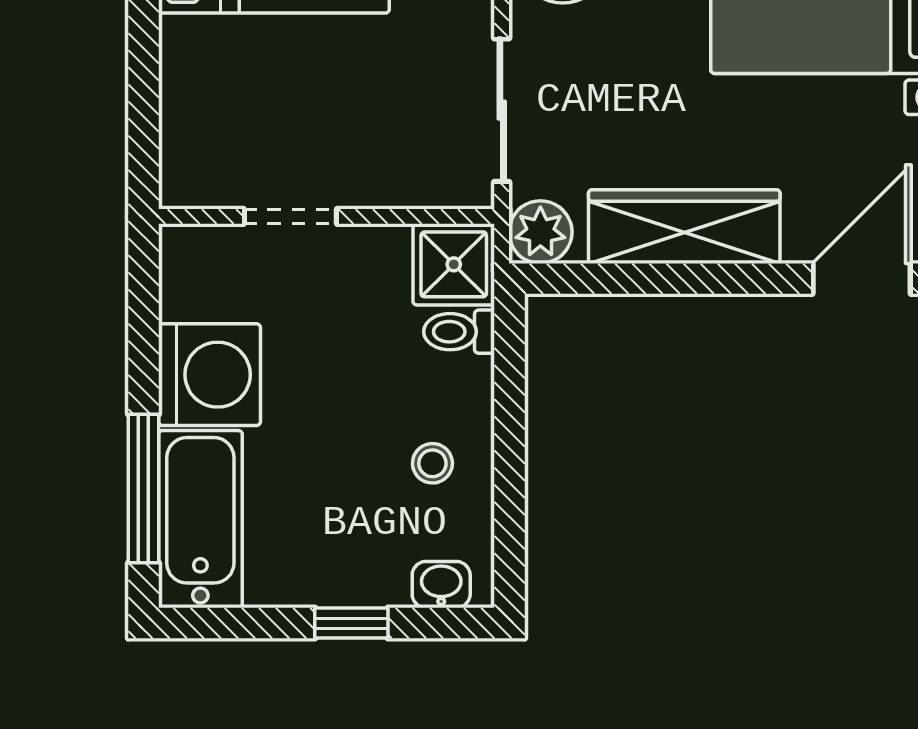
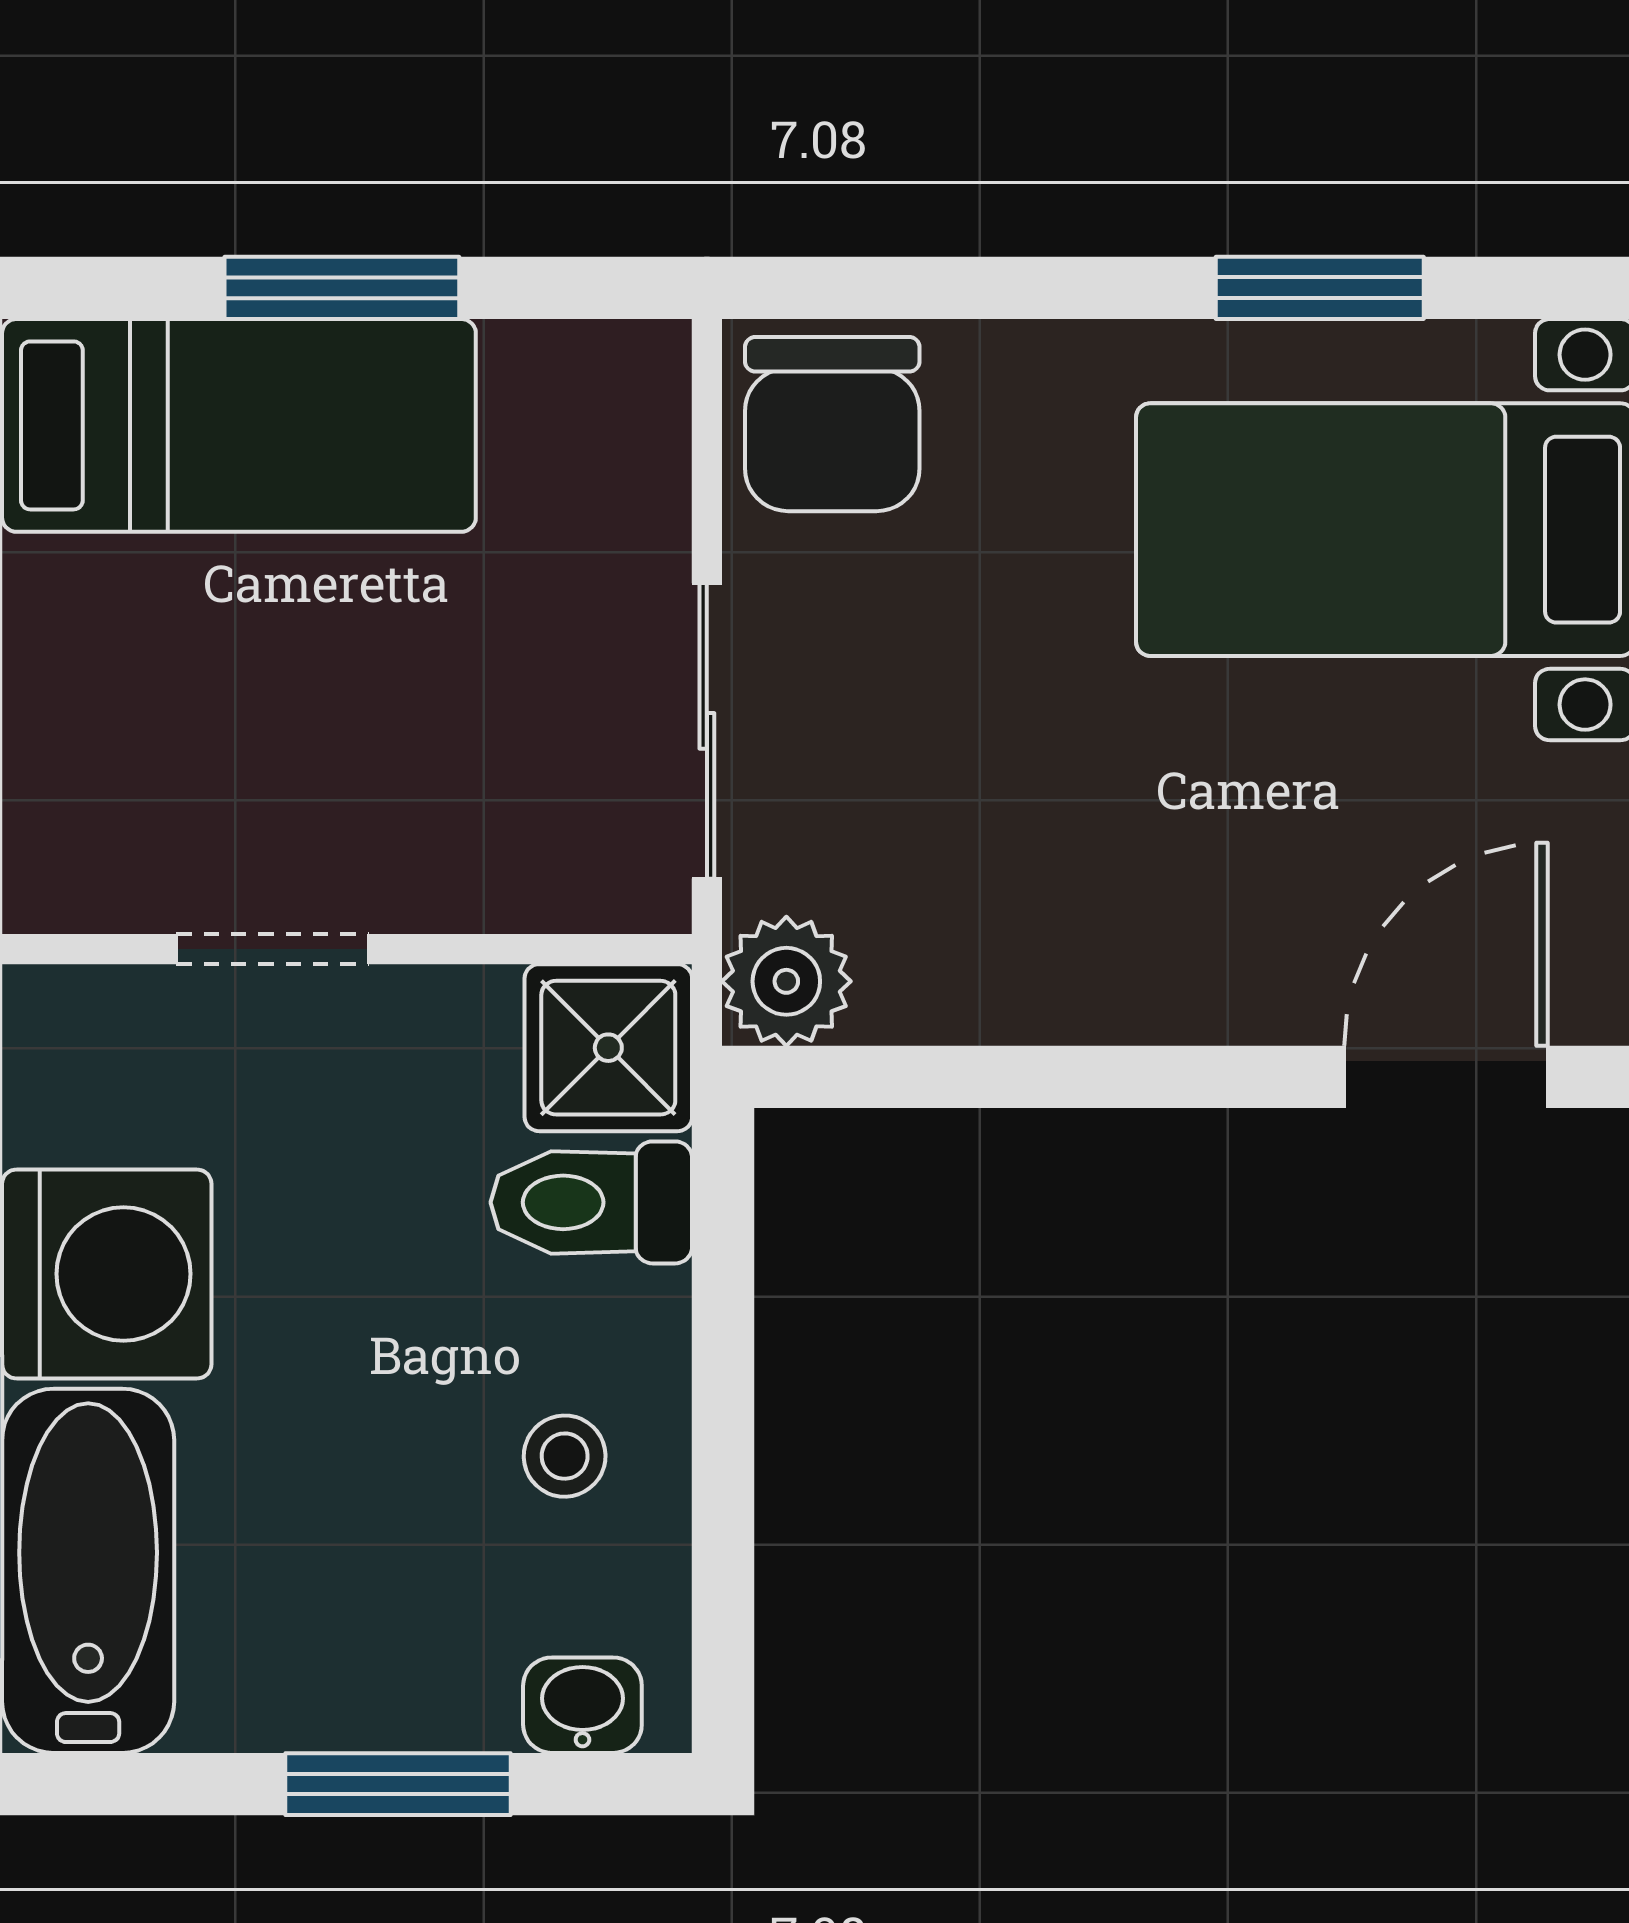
wardrobe: (684, 227) -> (1082, 970), removed
toilet: (459, 332) -> (591, 1202), width x1.37, depth x1.39
window: (351, 623) -> (398, 1784), width x1.50

